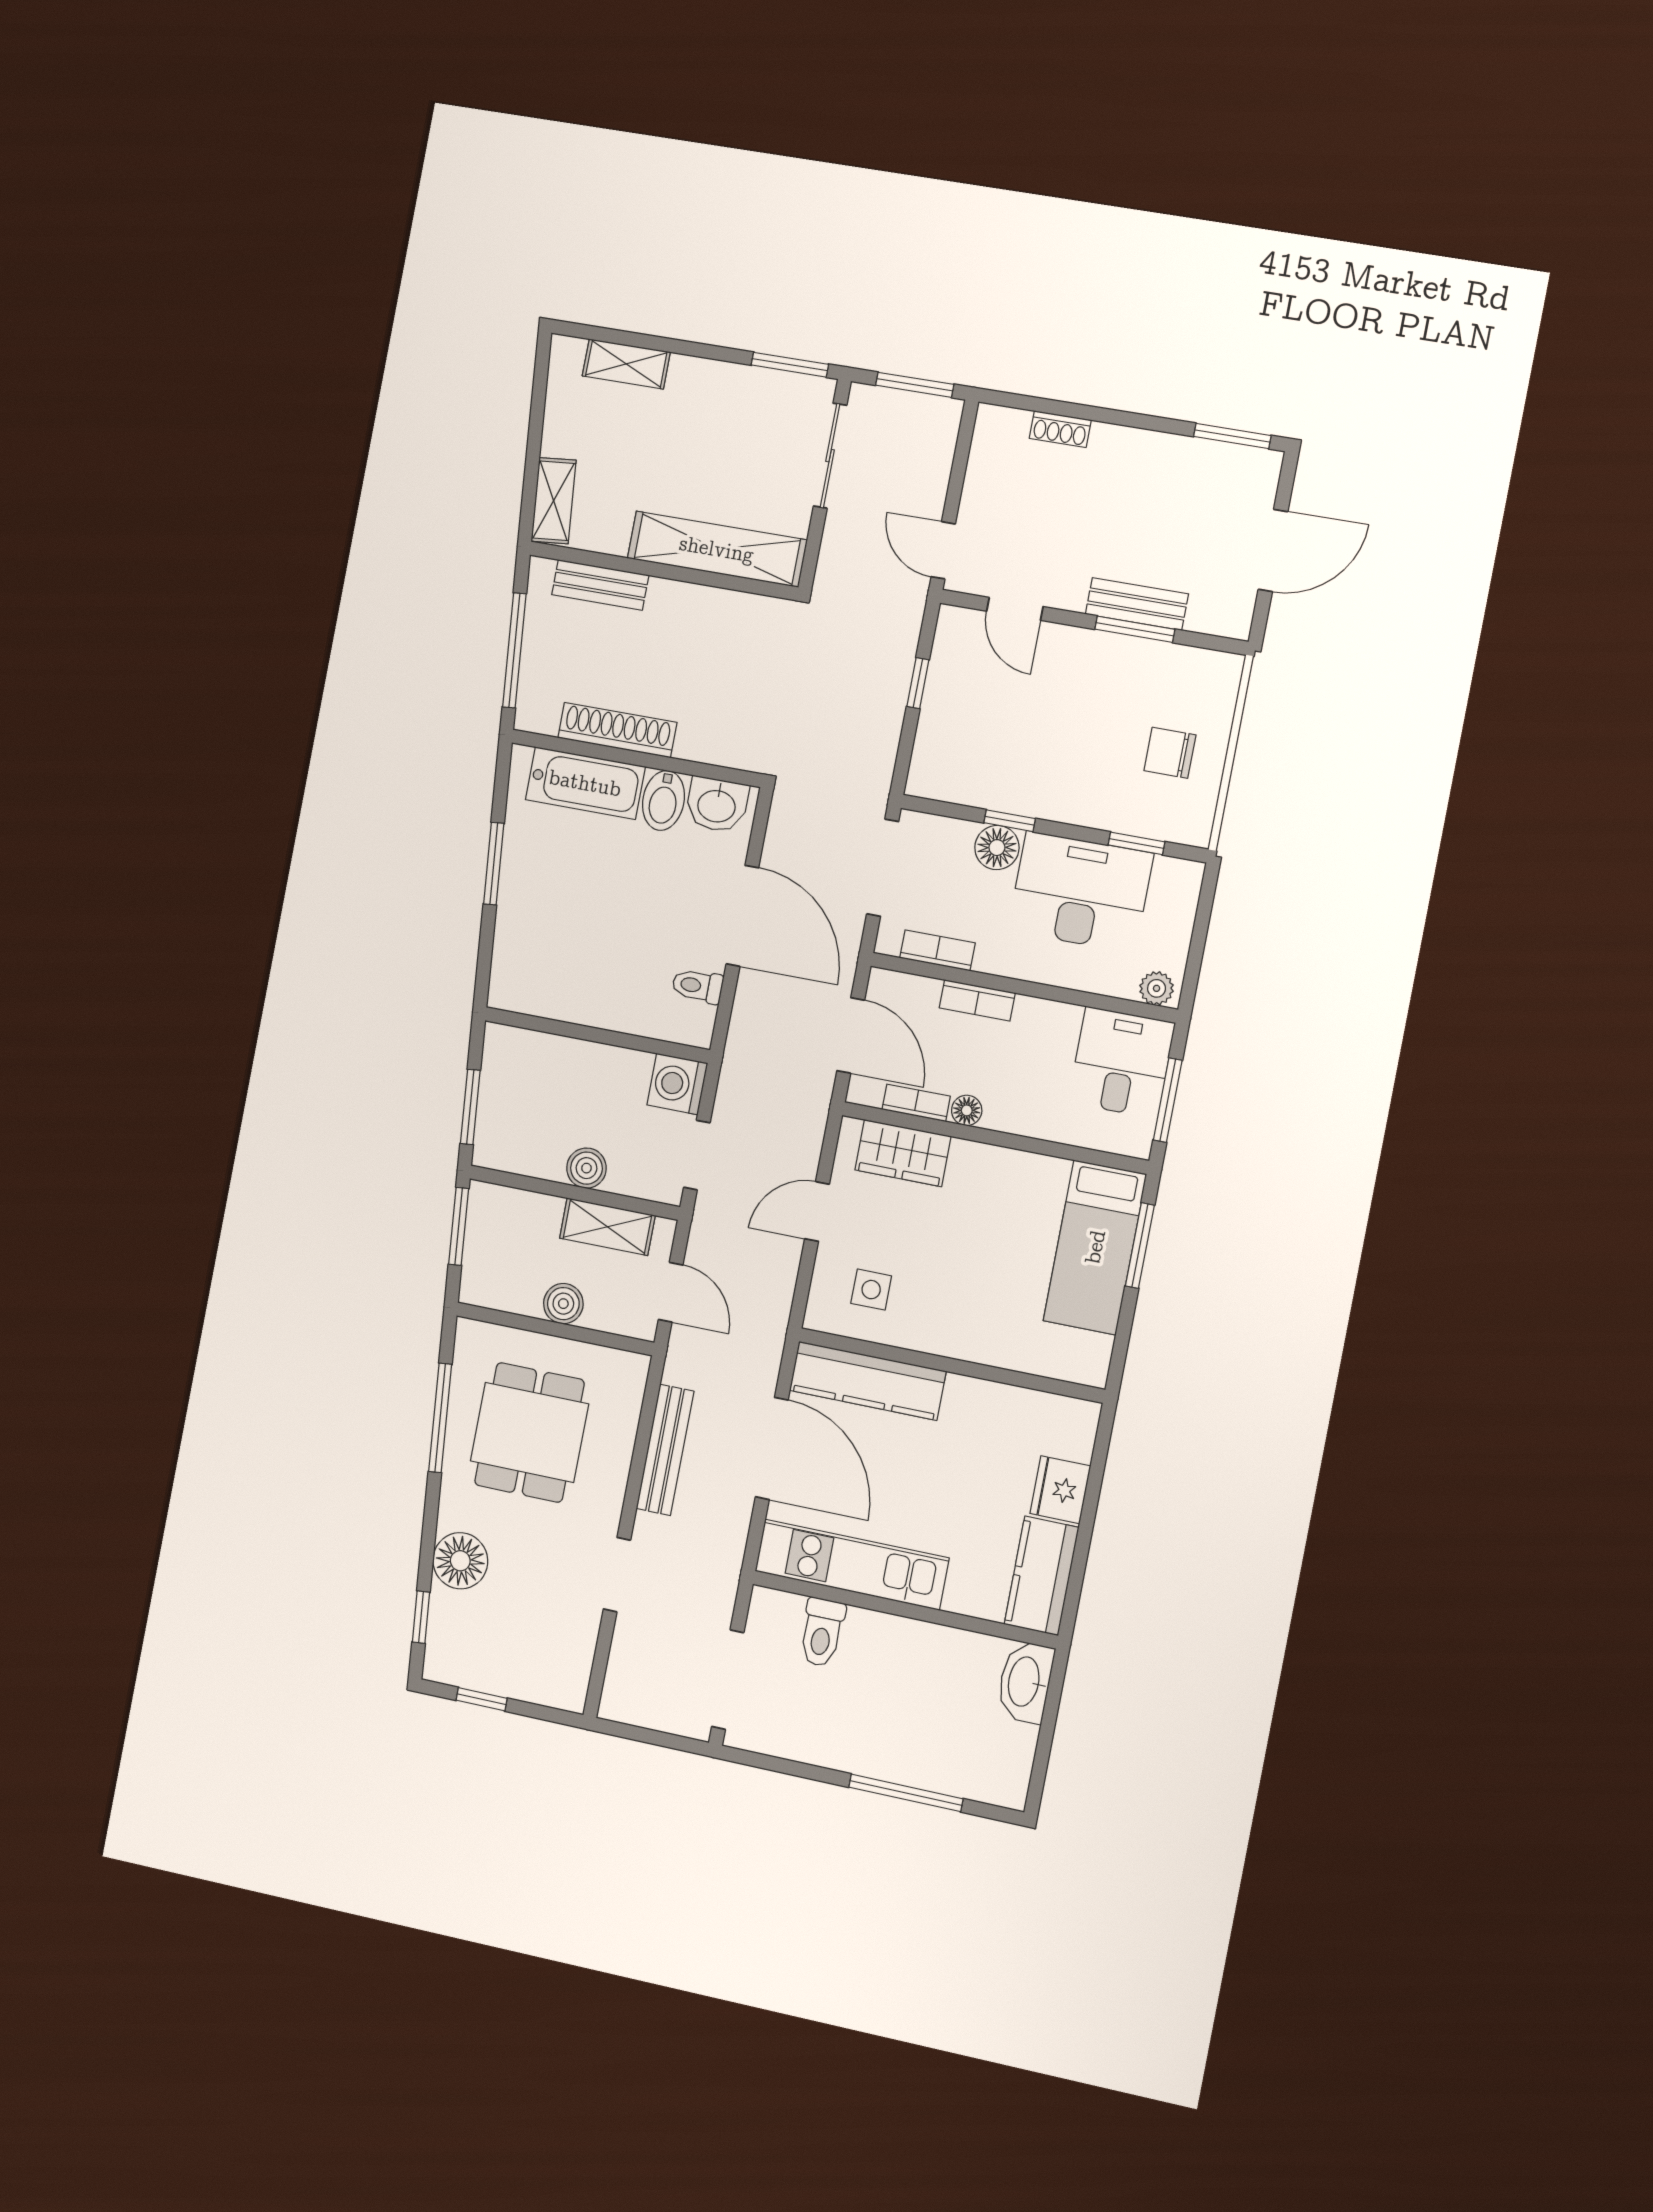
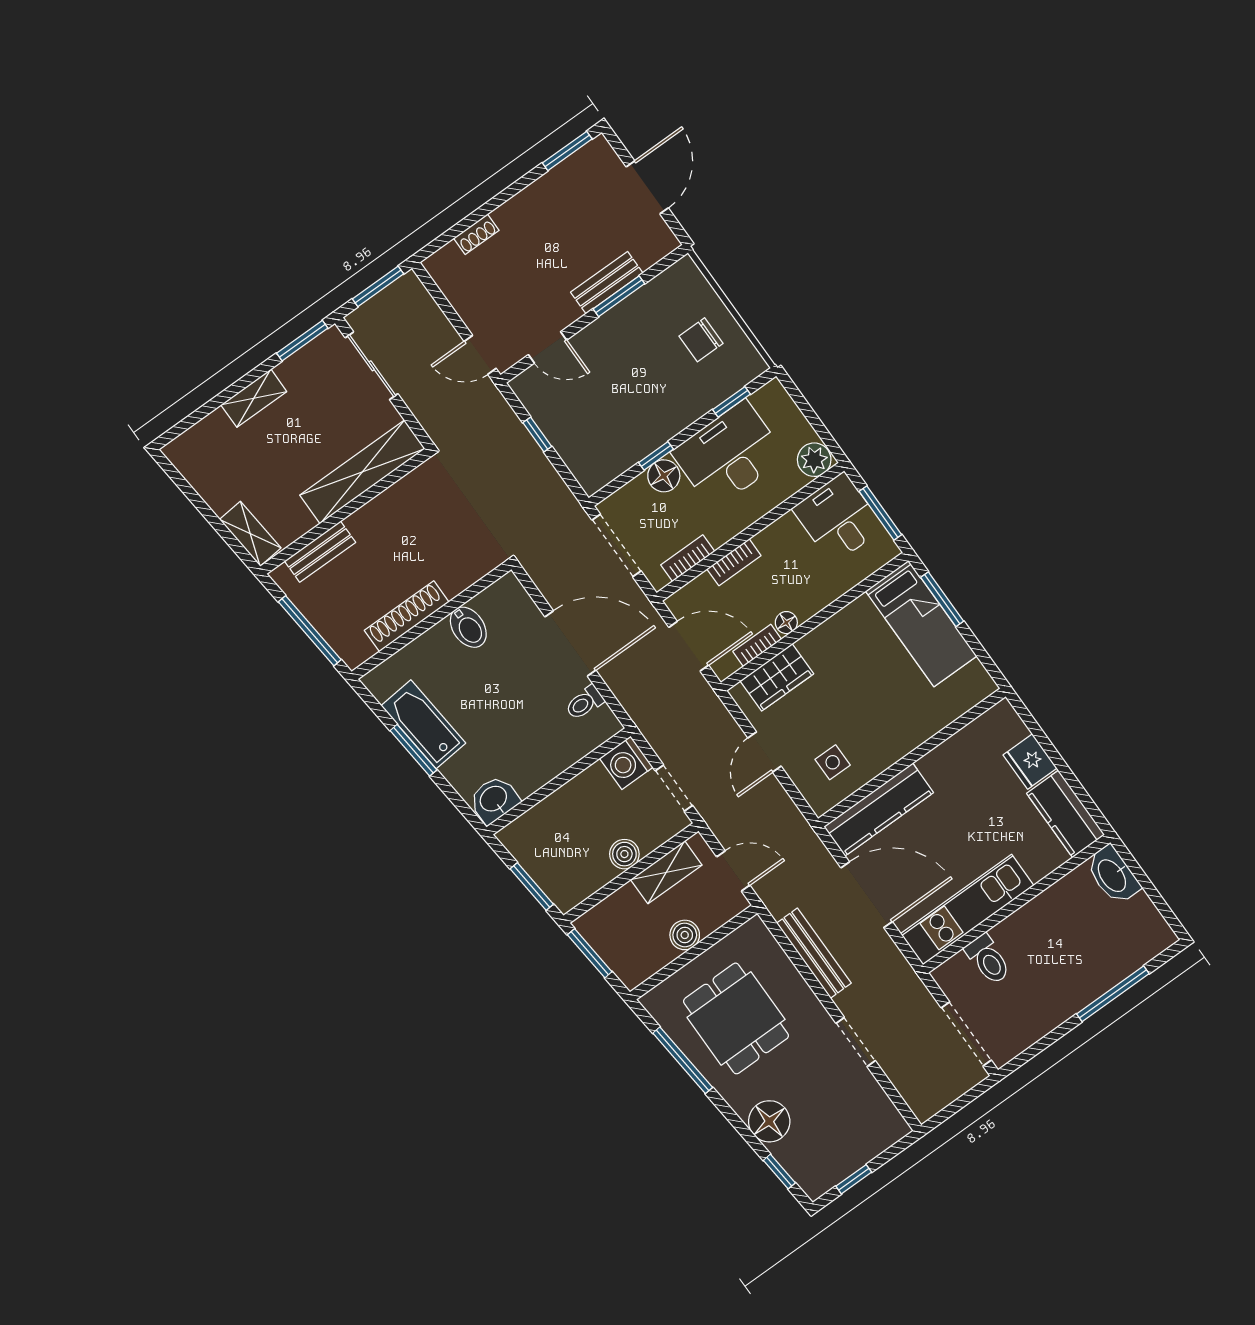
shelving: (626, 364) -> (254, 398), moved
bathtub: (585, 783) -> (423, 724), moved, turned -95
washbasin: (717, 805) -> (494, 800), moved, turned 180
plant: (1157, 988) -> (814, 460), width x1.38, depth x1.38

